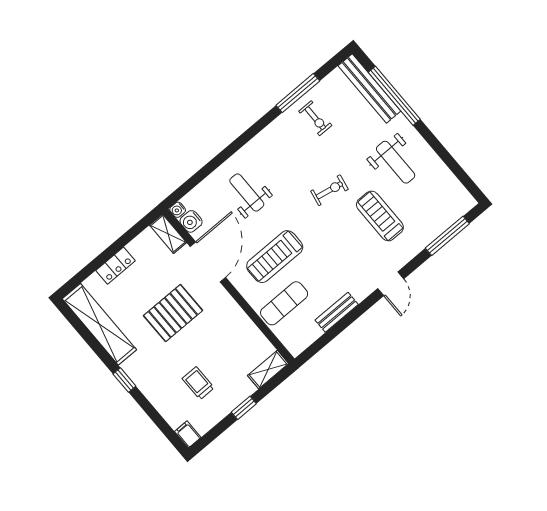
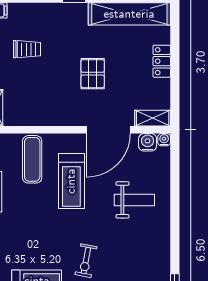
treadmill: (275, 257) -> (71, 181), turned 180
door: (208, 262) -> (108, 130), hinge flipped
pallet: (173, 313) -> (93, 74), width x0.67, depth x0.71

